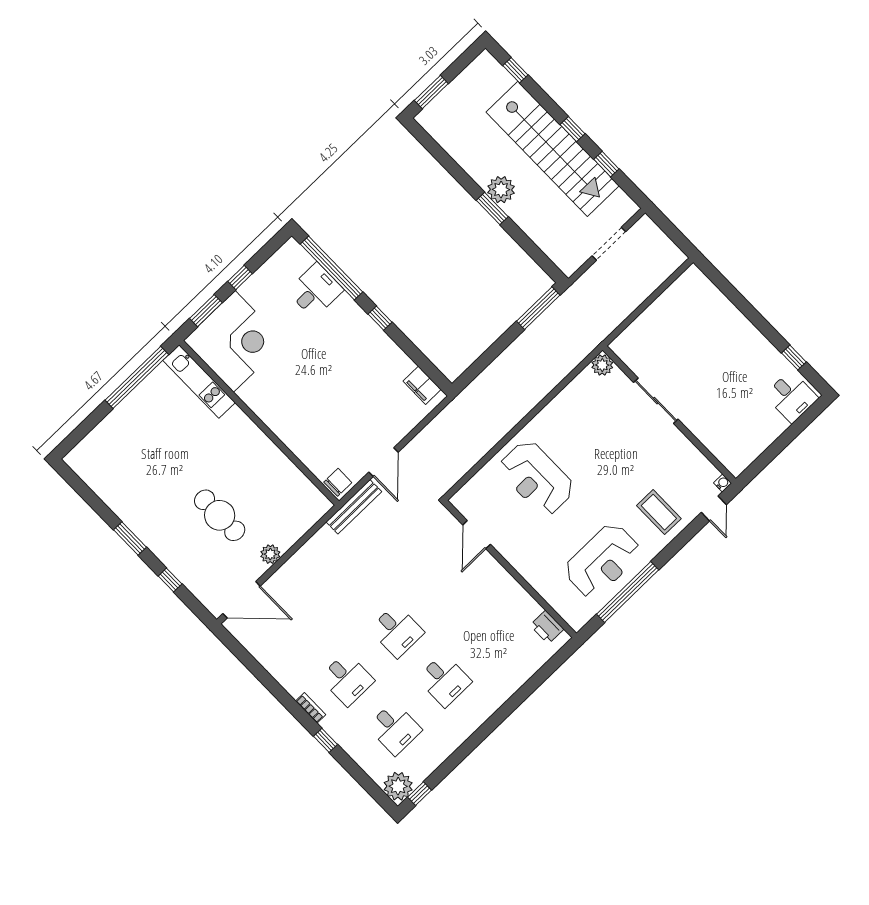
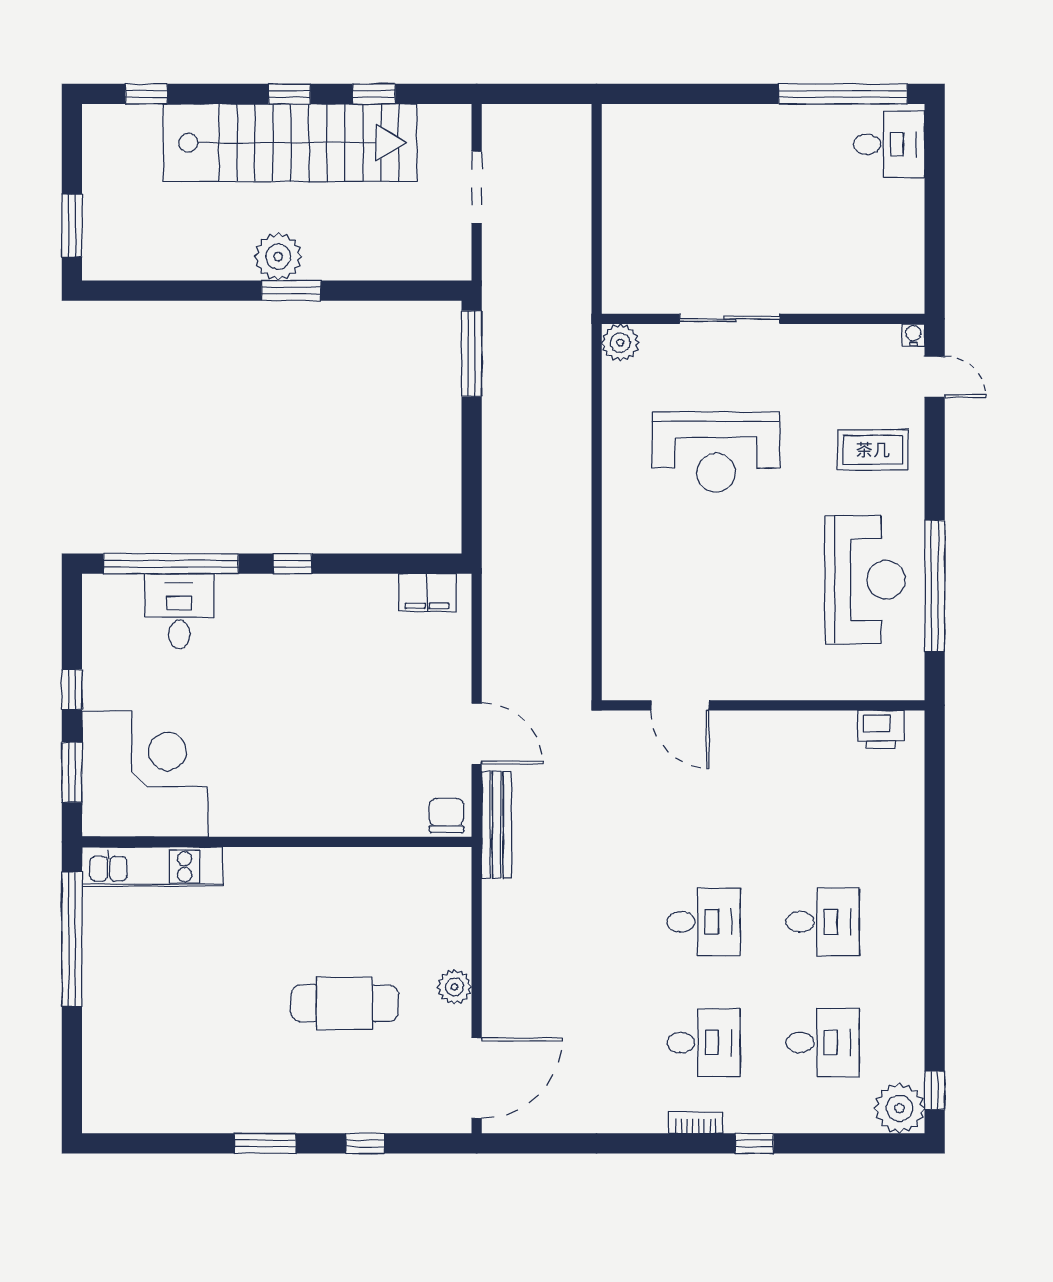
window: (794, 357) -> (843, 94), width x3.17
reception desk: (537, 478) -> (716, 452), moved

